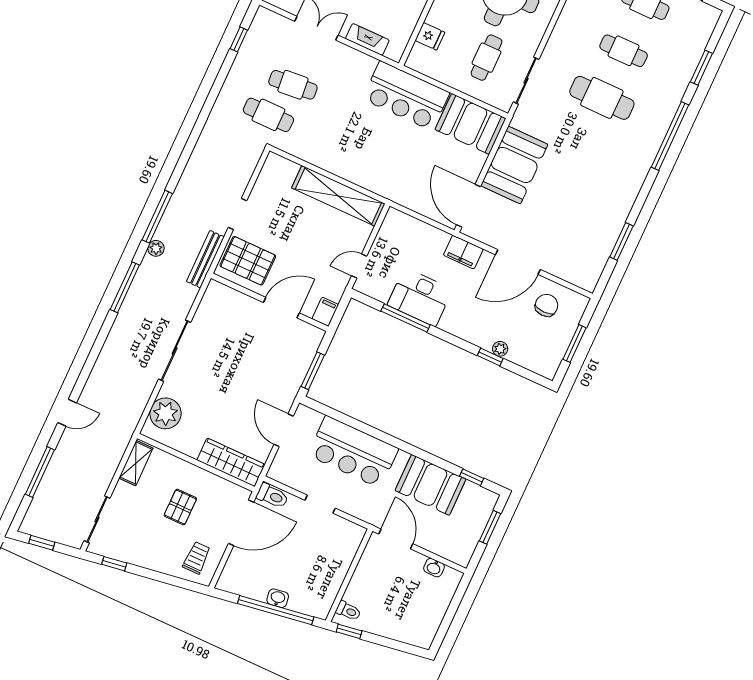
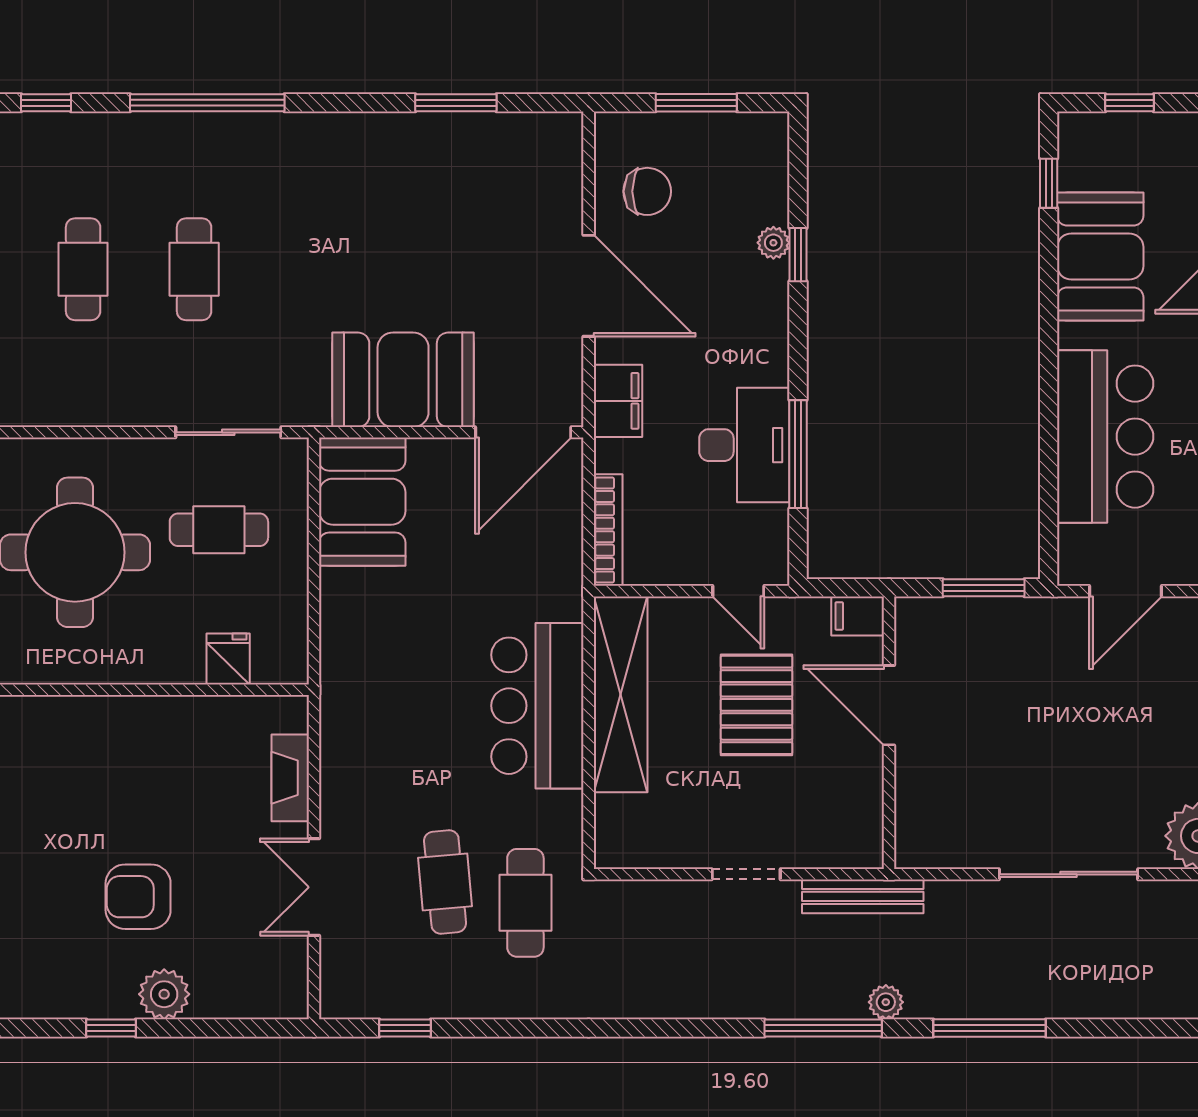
window: (701, 68) -> (46, 103), width x0.67
bar counter: (406, 96) -> (537, 706), moved, turned 180
cafe table: (602, 98) -> (194, 269), width x0.73, depth x0.74
bookcase: (410, 223) -> (608, 530), added
pallet: (248, 261) -> (756, 705), moved
chair: (547, 305) -> (647, 191), turned 180
window: (490, 527) -> (1129, 103), width x0.67

